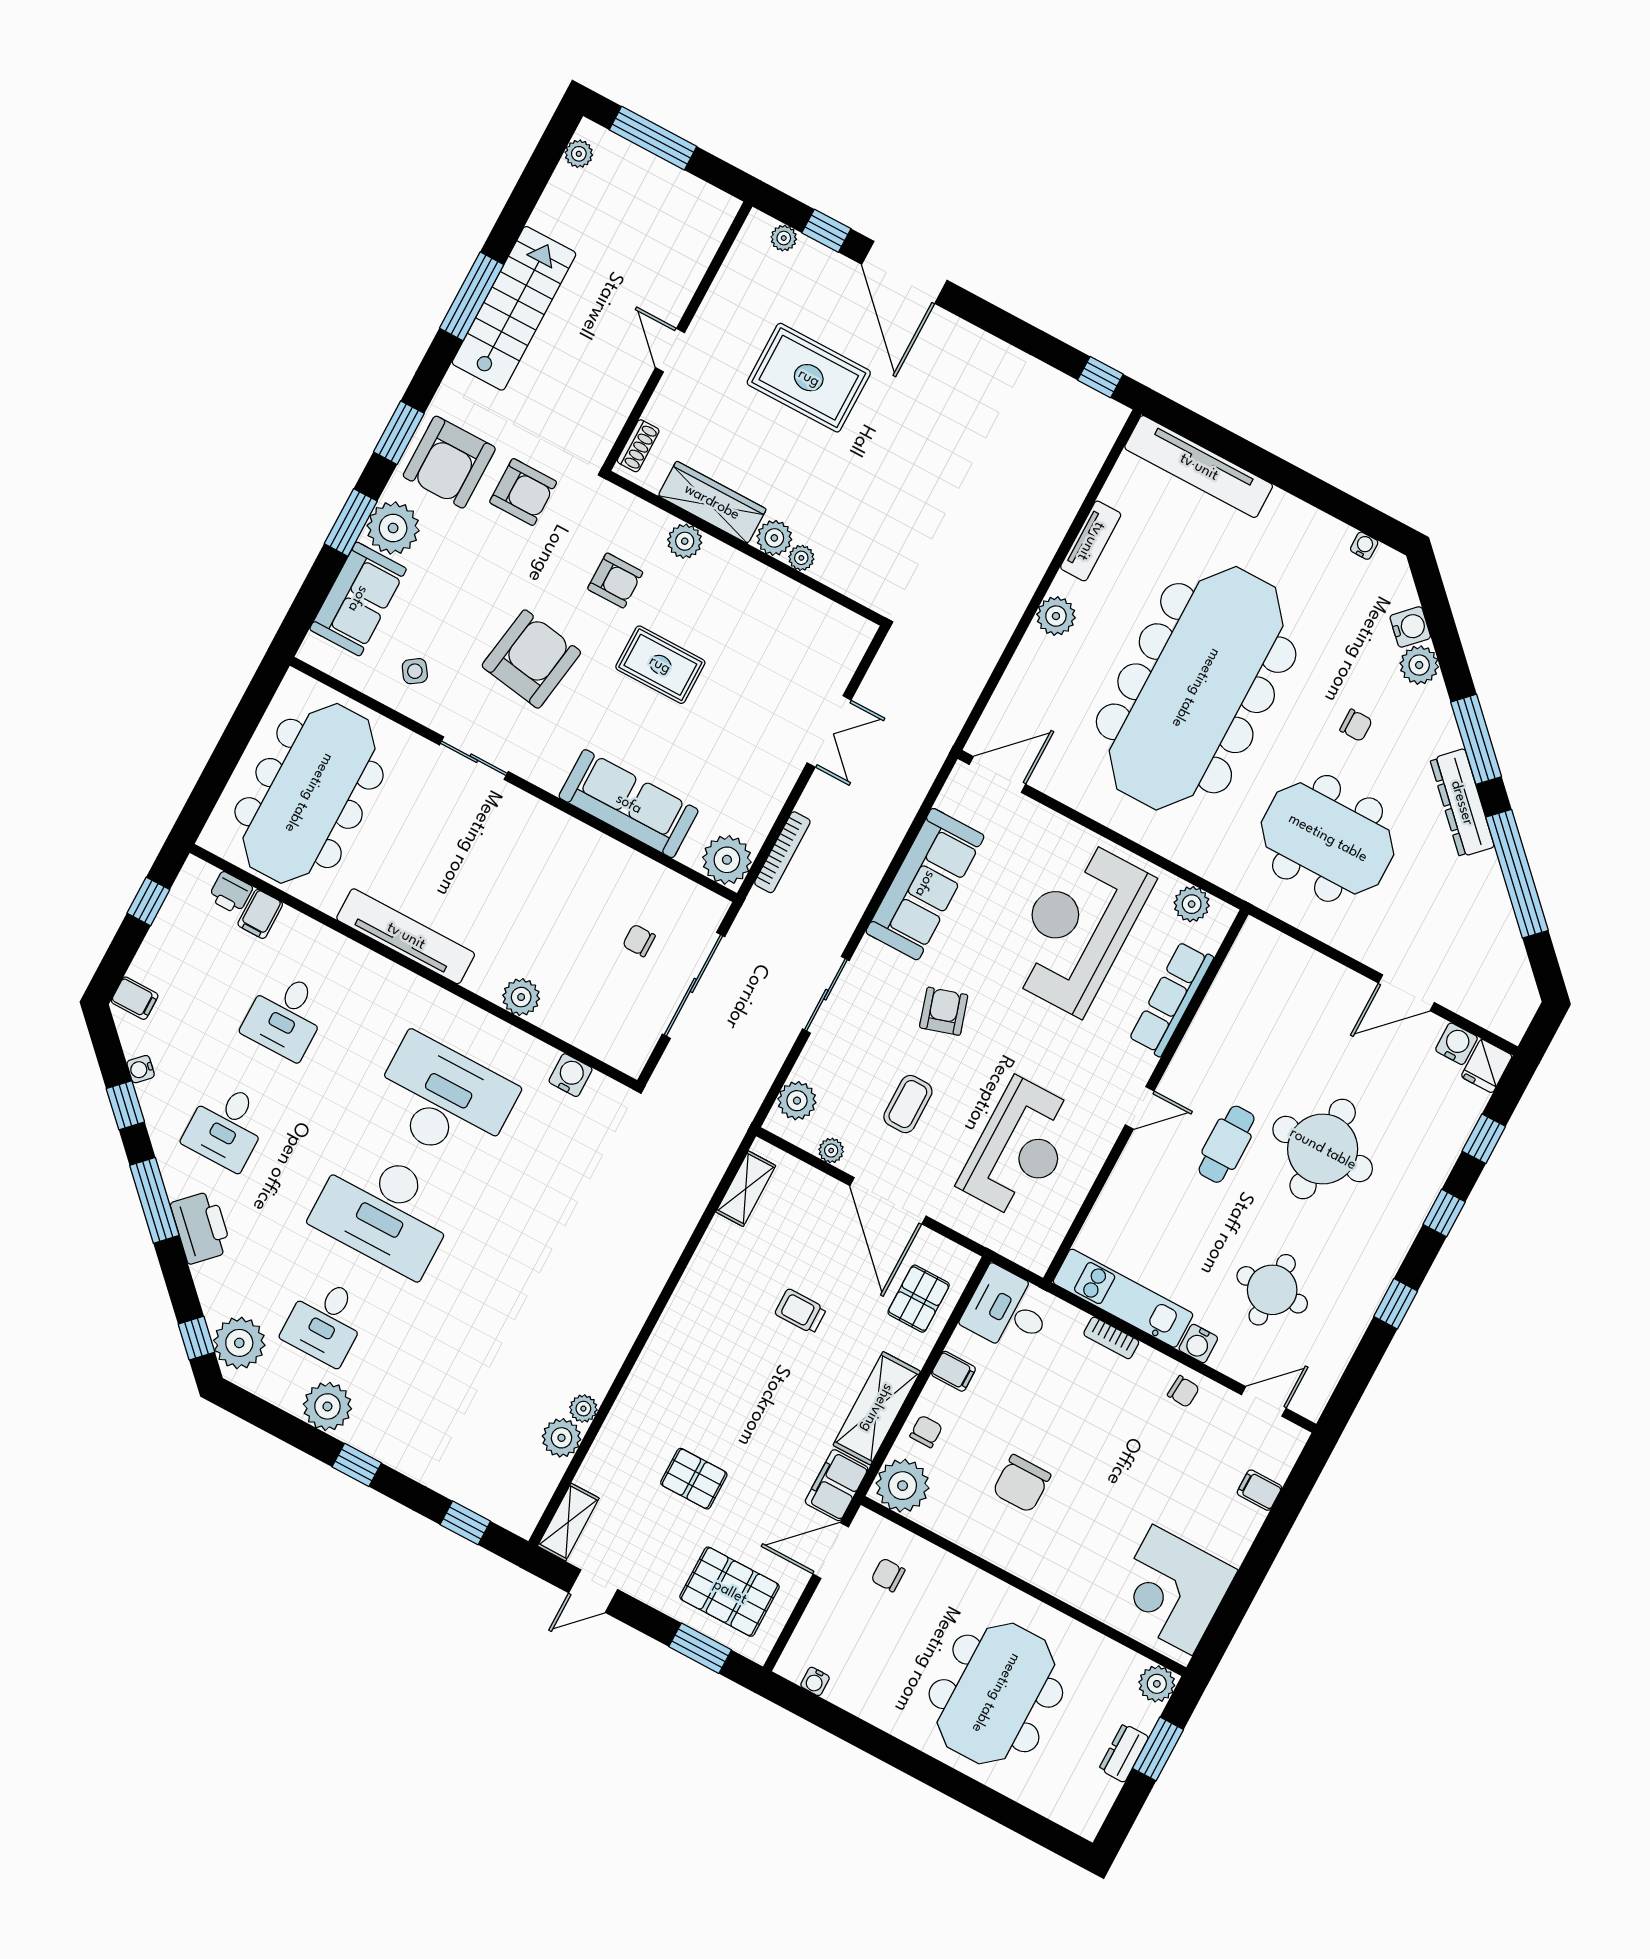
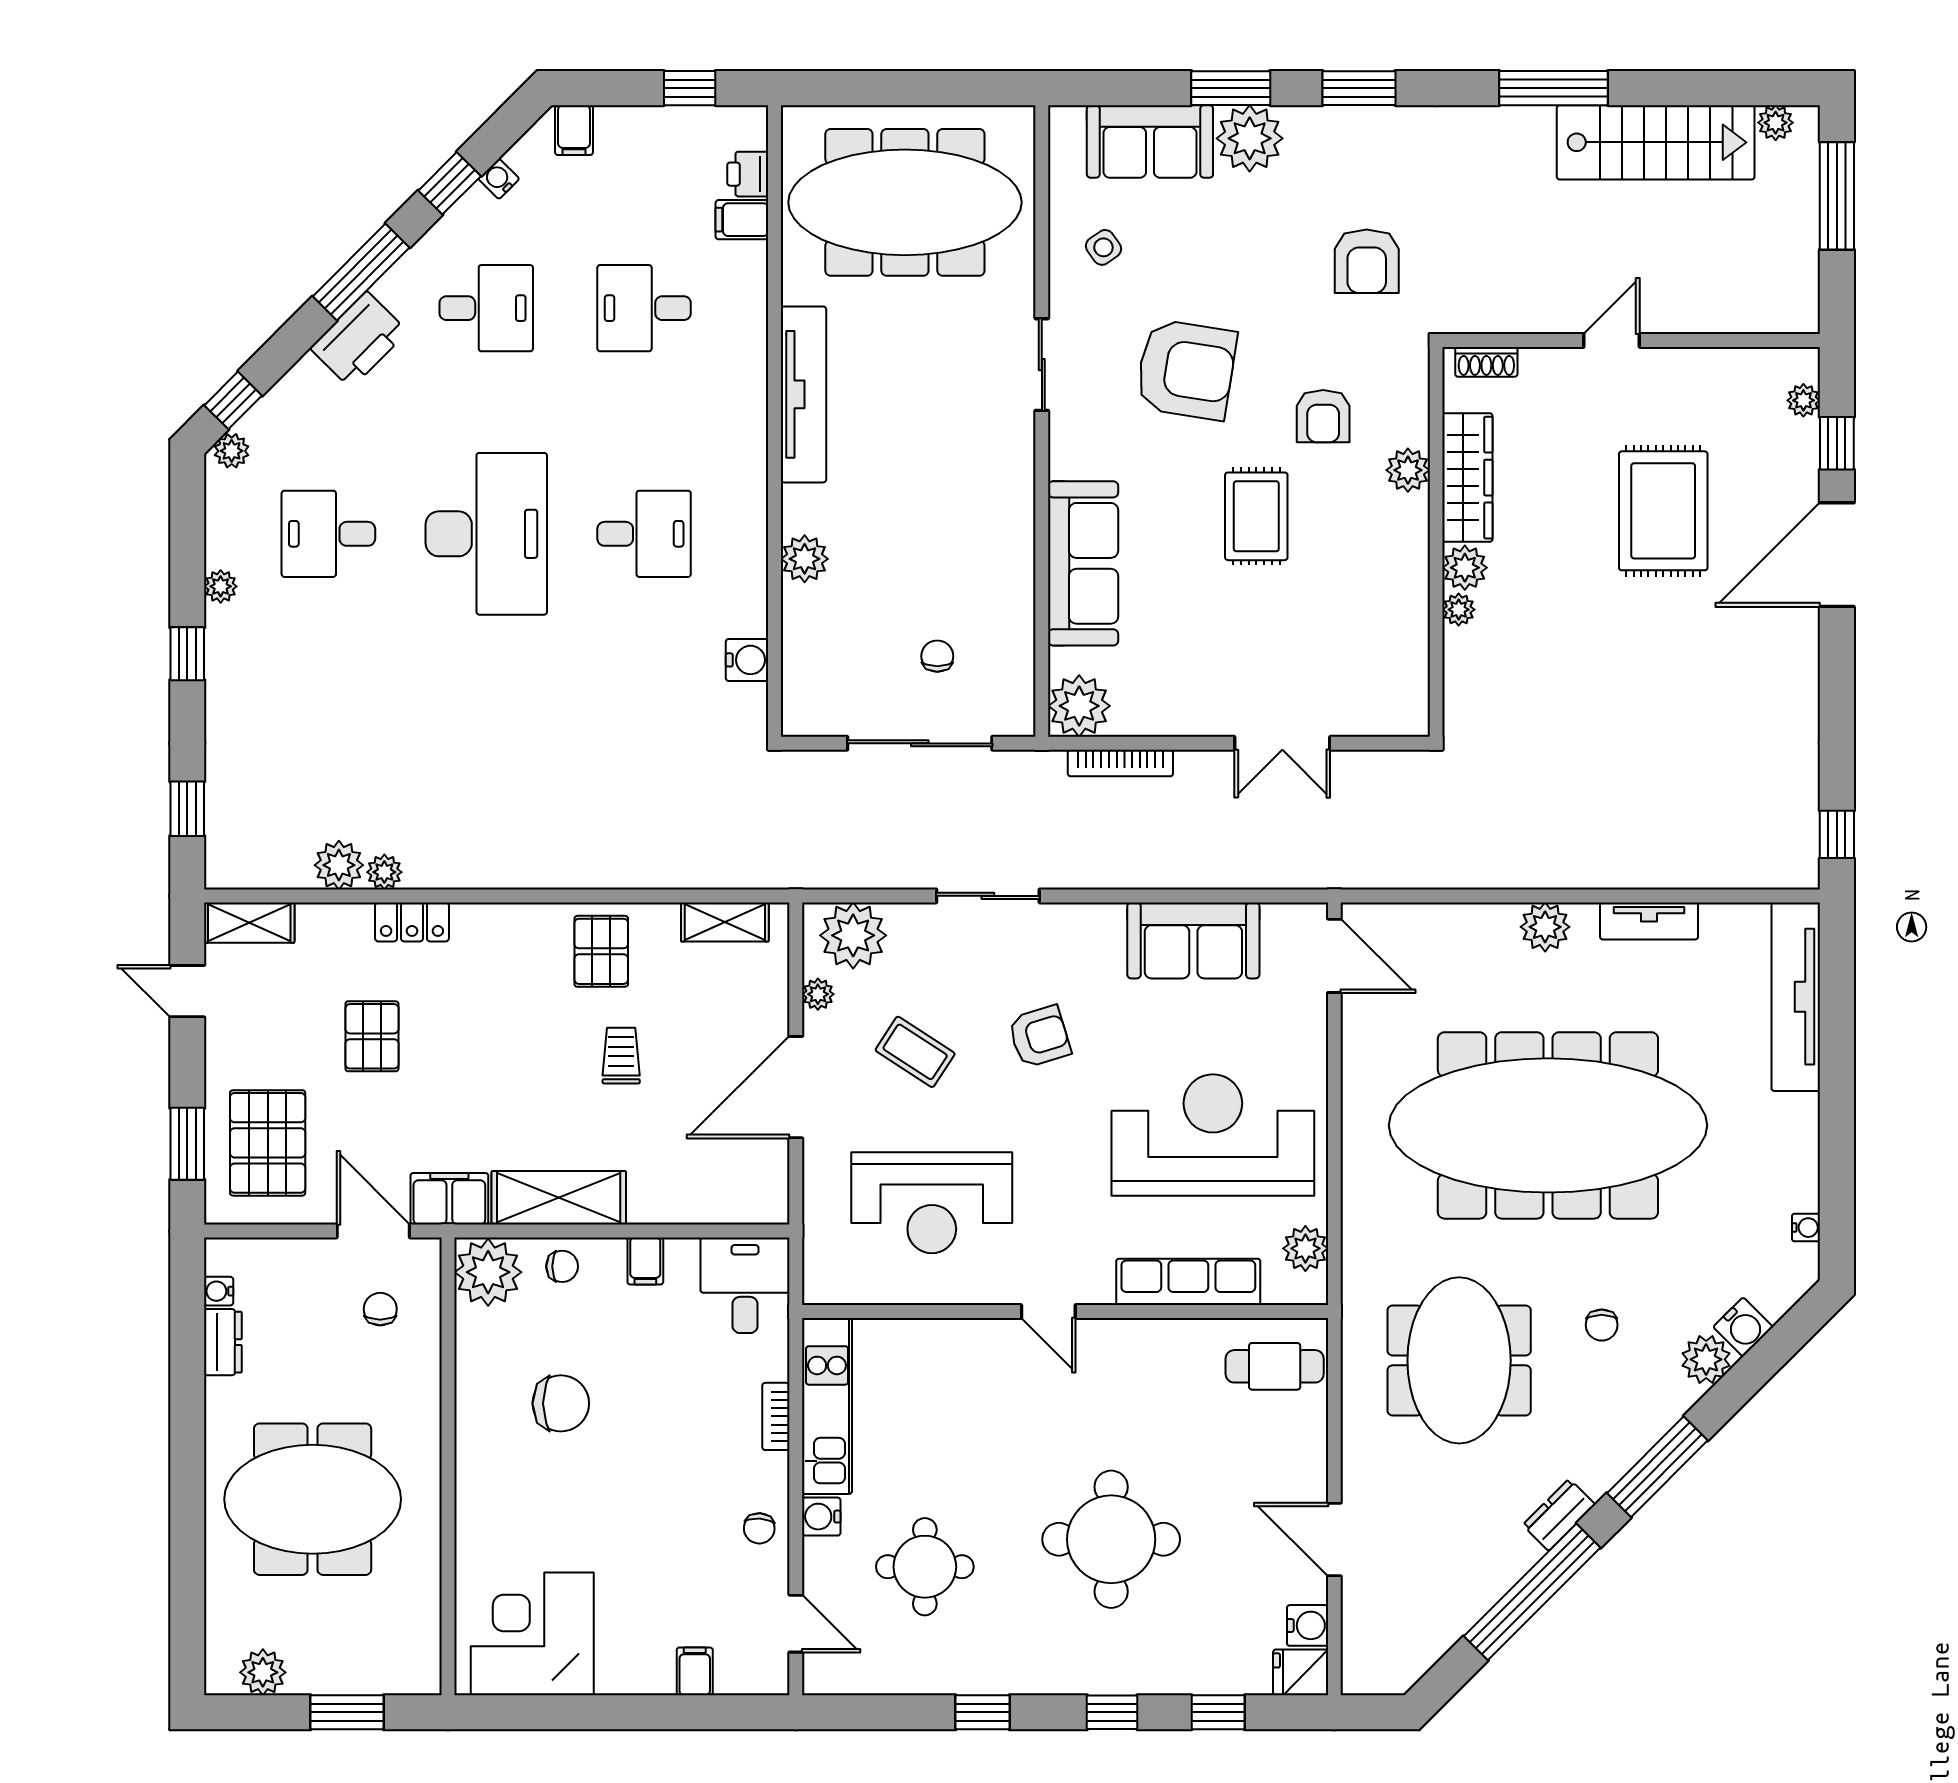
stairs: (514, 308) -> (1656, 142), moved
armchair: (449, 462) -> (1356, 162), removed
dresser: (1462, 803) -> (1559, 1515), width x0.51, depth x0.80
sofa: (925, 884) -> (1193, 940), width x0.73
desk: (444, 1100) -> (644, 534), width x0.53, depth x0.77
plant: (797, 1101) -> (853, 935), width x1.36, depth x1.36
coffee table: (908, 1104) -> (915, 1052), turned 33
desk: (227, 1126) -> (486, 308), turned 180
cafe table: (1227, 1144) -> (1275, 1366), moved
desk: (385, 1211) -> (486, 534), turned 180
pallet: (919, 1299) -> (601, 951), moved, turned 90
plant: (239, 1343) -> (232, 451), width x0.53, depth x0.53
plant: (327, 1406) -> (221, 586), width x0.53, depth x0.53
locker: (629, 1408) -> (412, 922), added
chair: (1022, 1484) -> (561, 1403), turned 180
plant: (1157, 1684) -> (263, 1672), moved
dresser: (1124, 1753) -> (223, 1342), moved, turned 90

